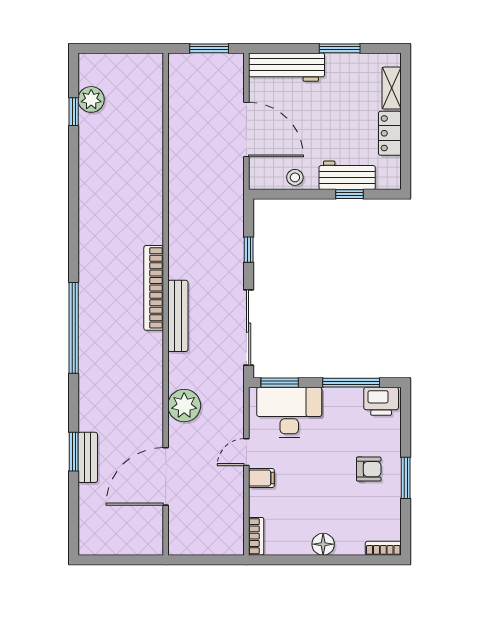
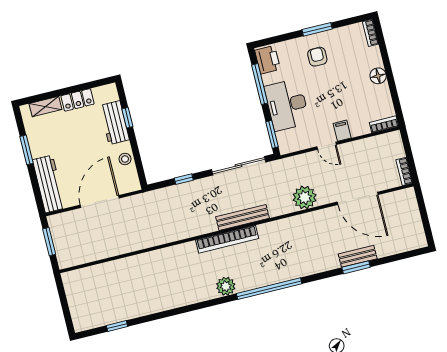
plant: (91, 99) -> (226, 286), moved
desk: (289, 413) -> (287, 105), moved
bookcase: (186, 548) -> (404, 171), added

